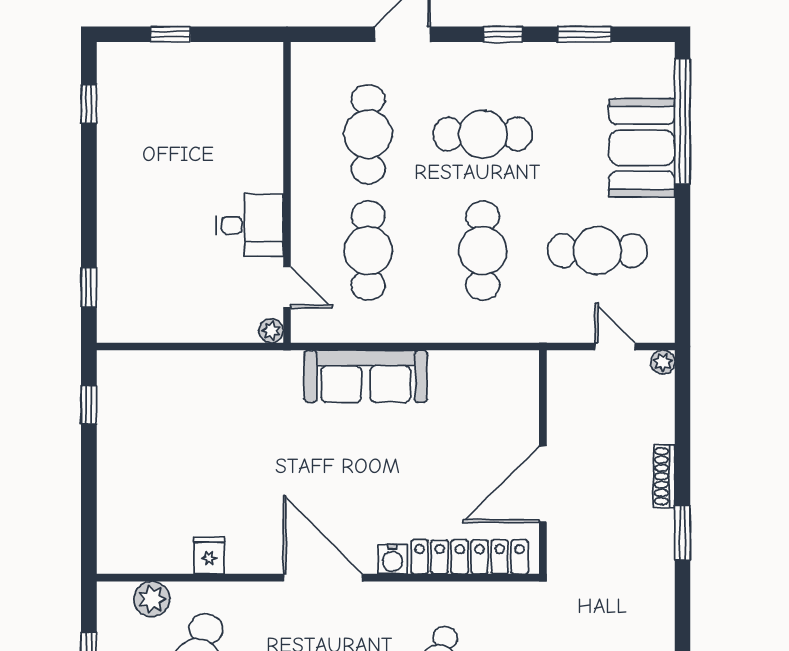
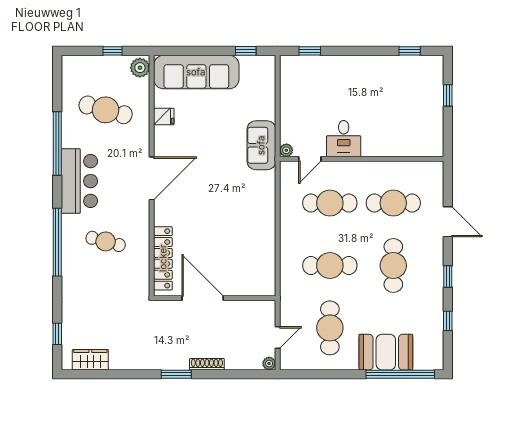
window: (585, 34) -> (448, 321), width x0.67
sofa: (366, 376) -> (261, 145), moved, width x0.73
sofa: (128, 496) -> (196, 72), added
water cooler: (392, 559) -> (162, 216), removed
plant: (152, 599) -> (140, 68), moved

